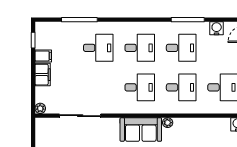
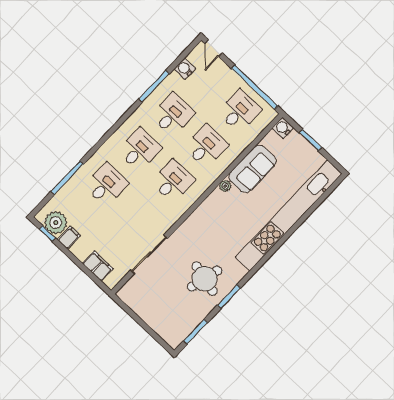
filing cabinet: (43, 75) -> (98, 266), moved
plant: (40, 108) -> (56, 223), moved, width x1.88, depth x1.88
sofa: (141, 130) -> (252, 169), moved

